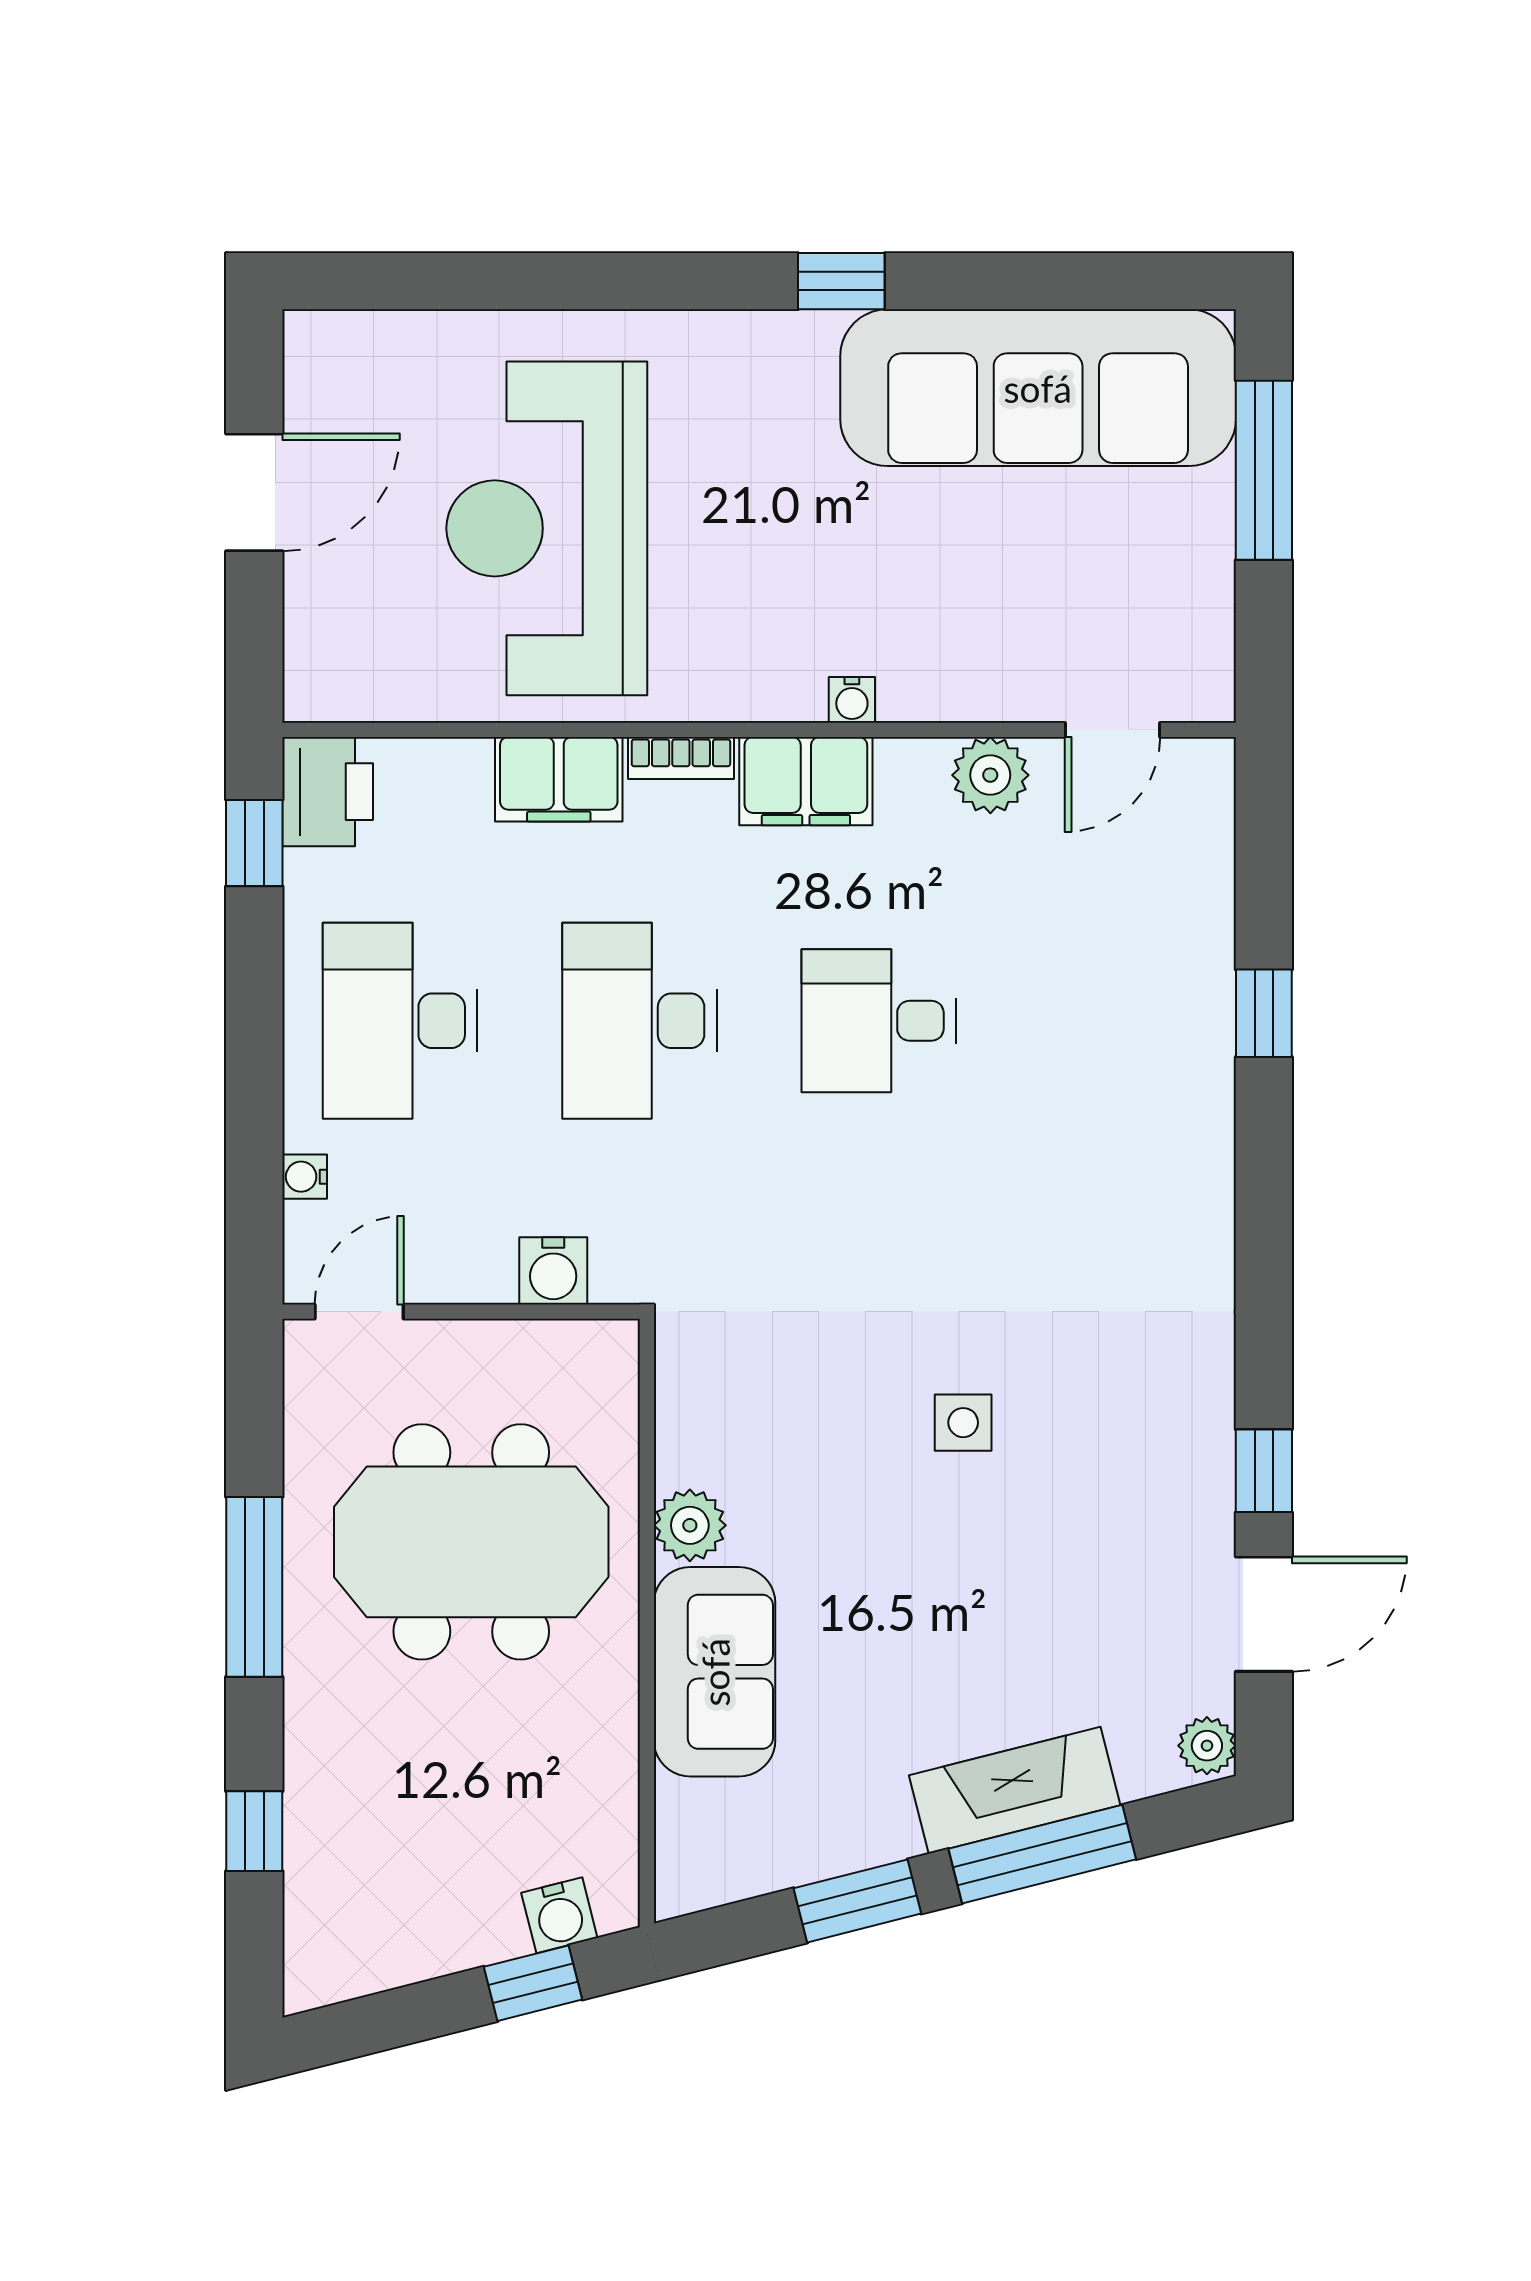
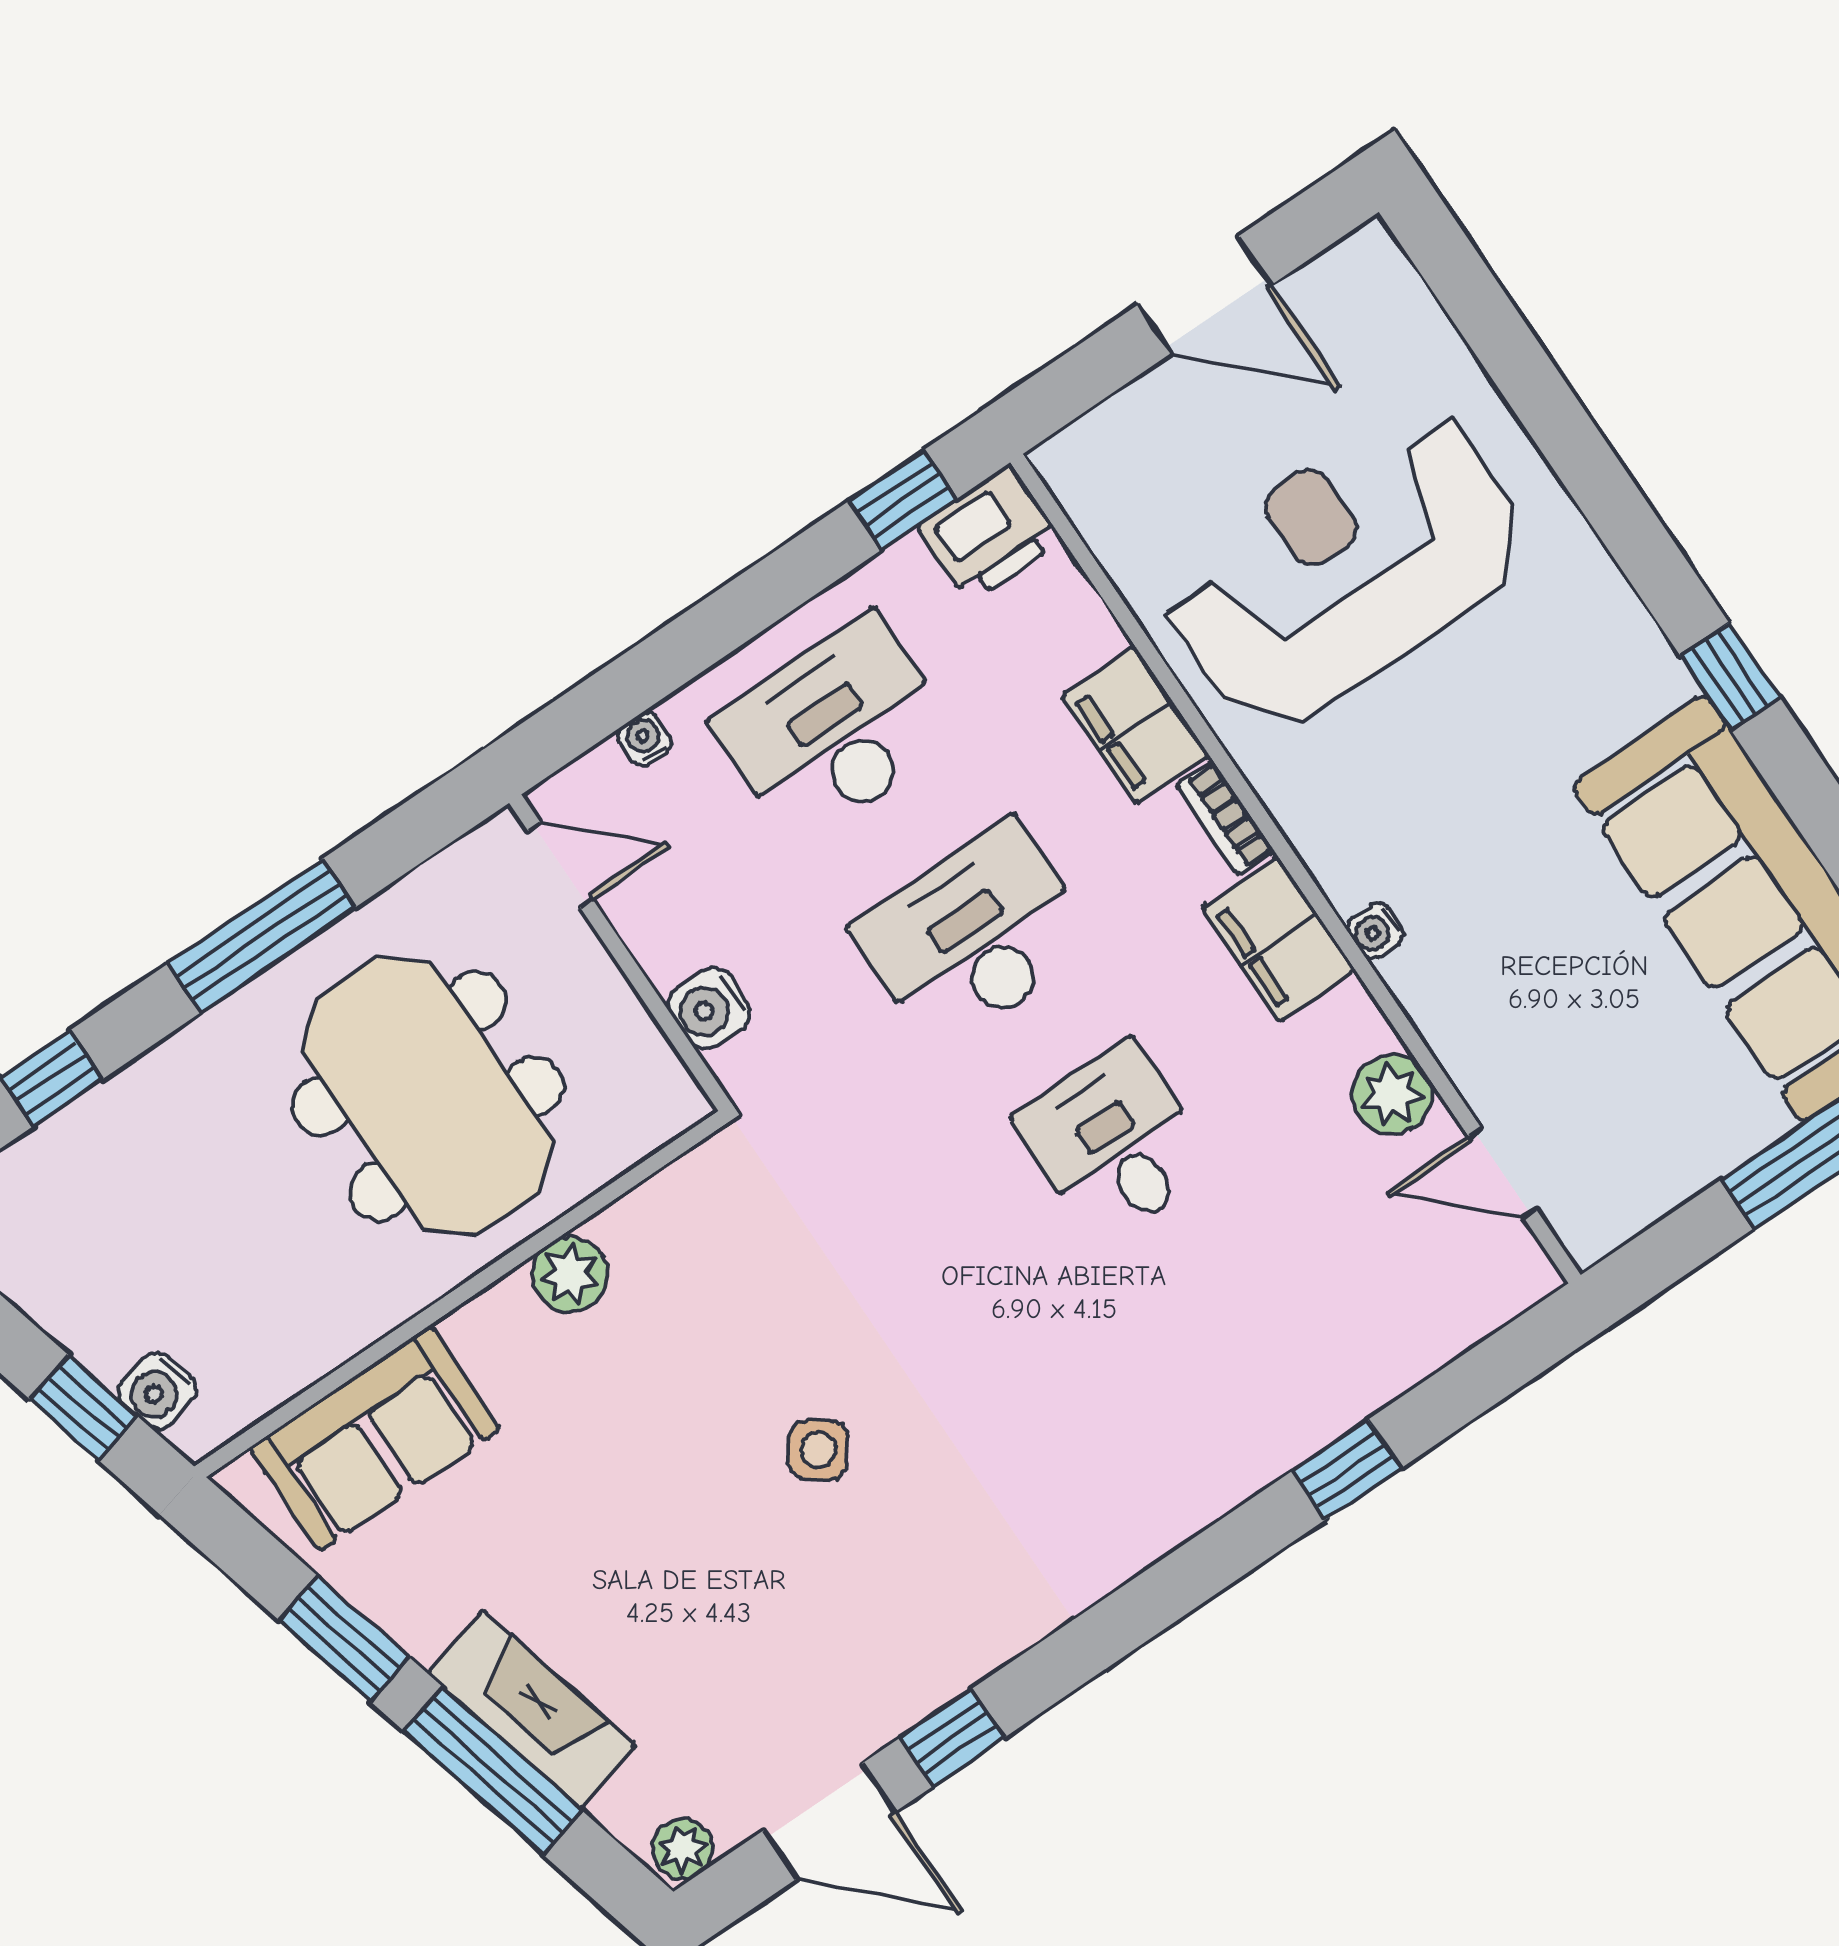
side table: (963, 1423) -> (818, 1450), turned 36
sofa: (715, 1672) -> (375, 1438), moved

